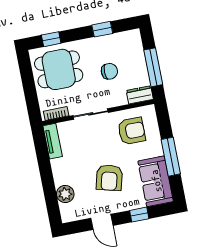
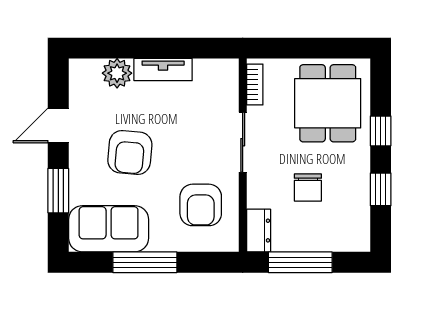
window: (51, 39) -> (381, 131), moved
tv unit: (53, 141) -> (163, 70), moved
armchair: (109, 178) -> (130, 152), turned -100
window: (139, 215) -> (58, 191), width x1.50

